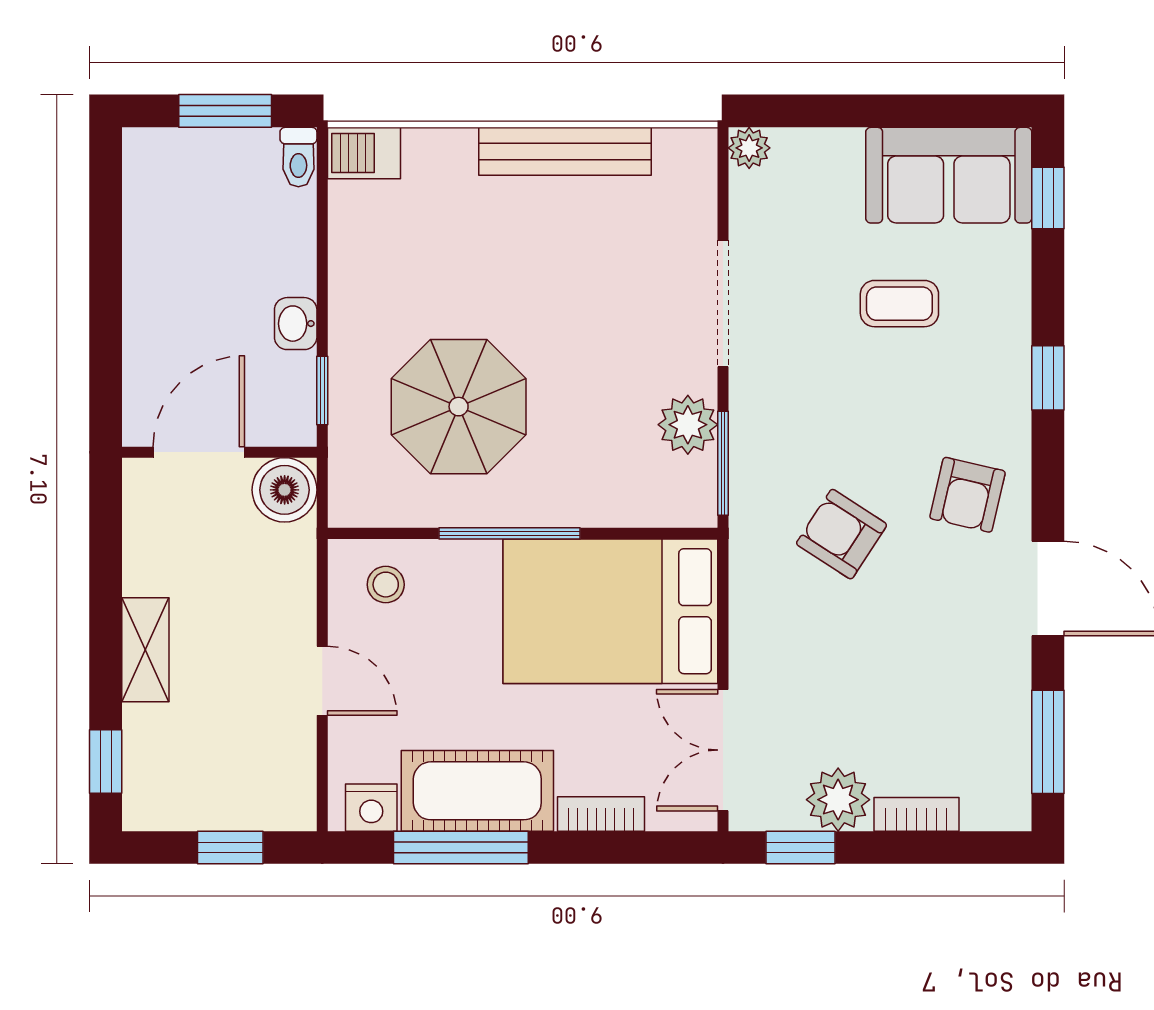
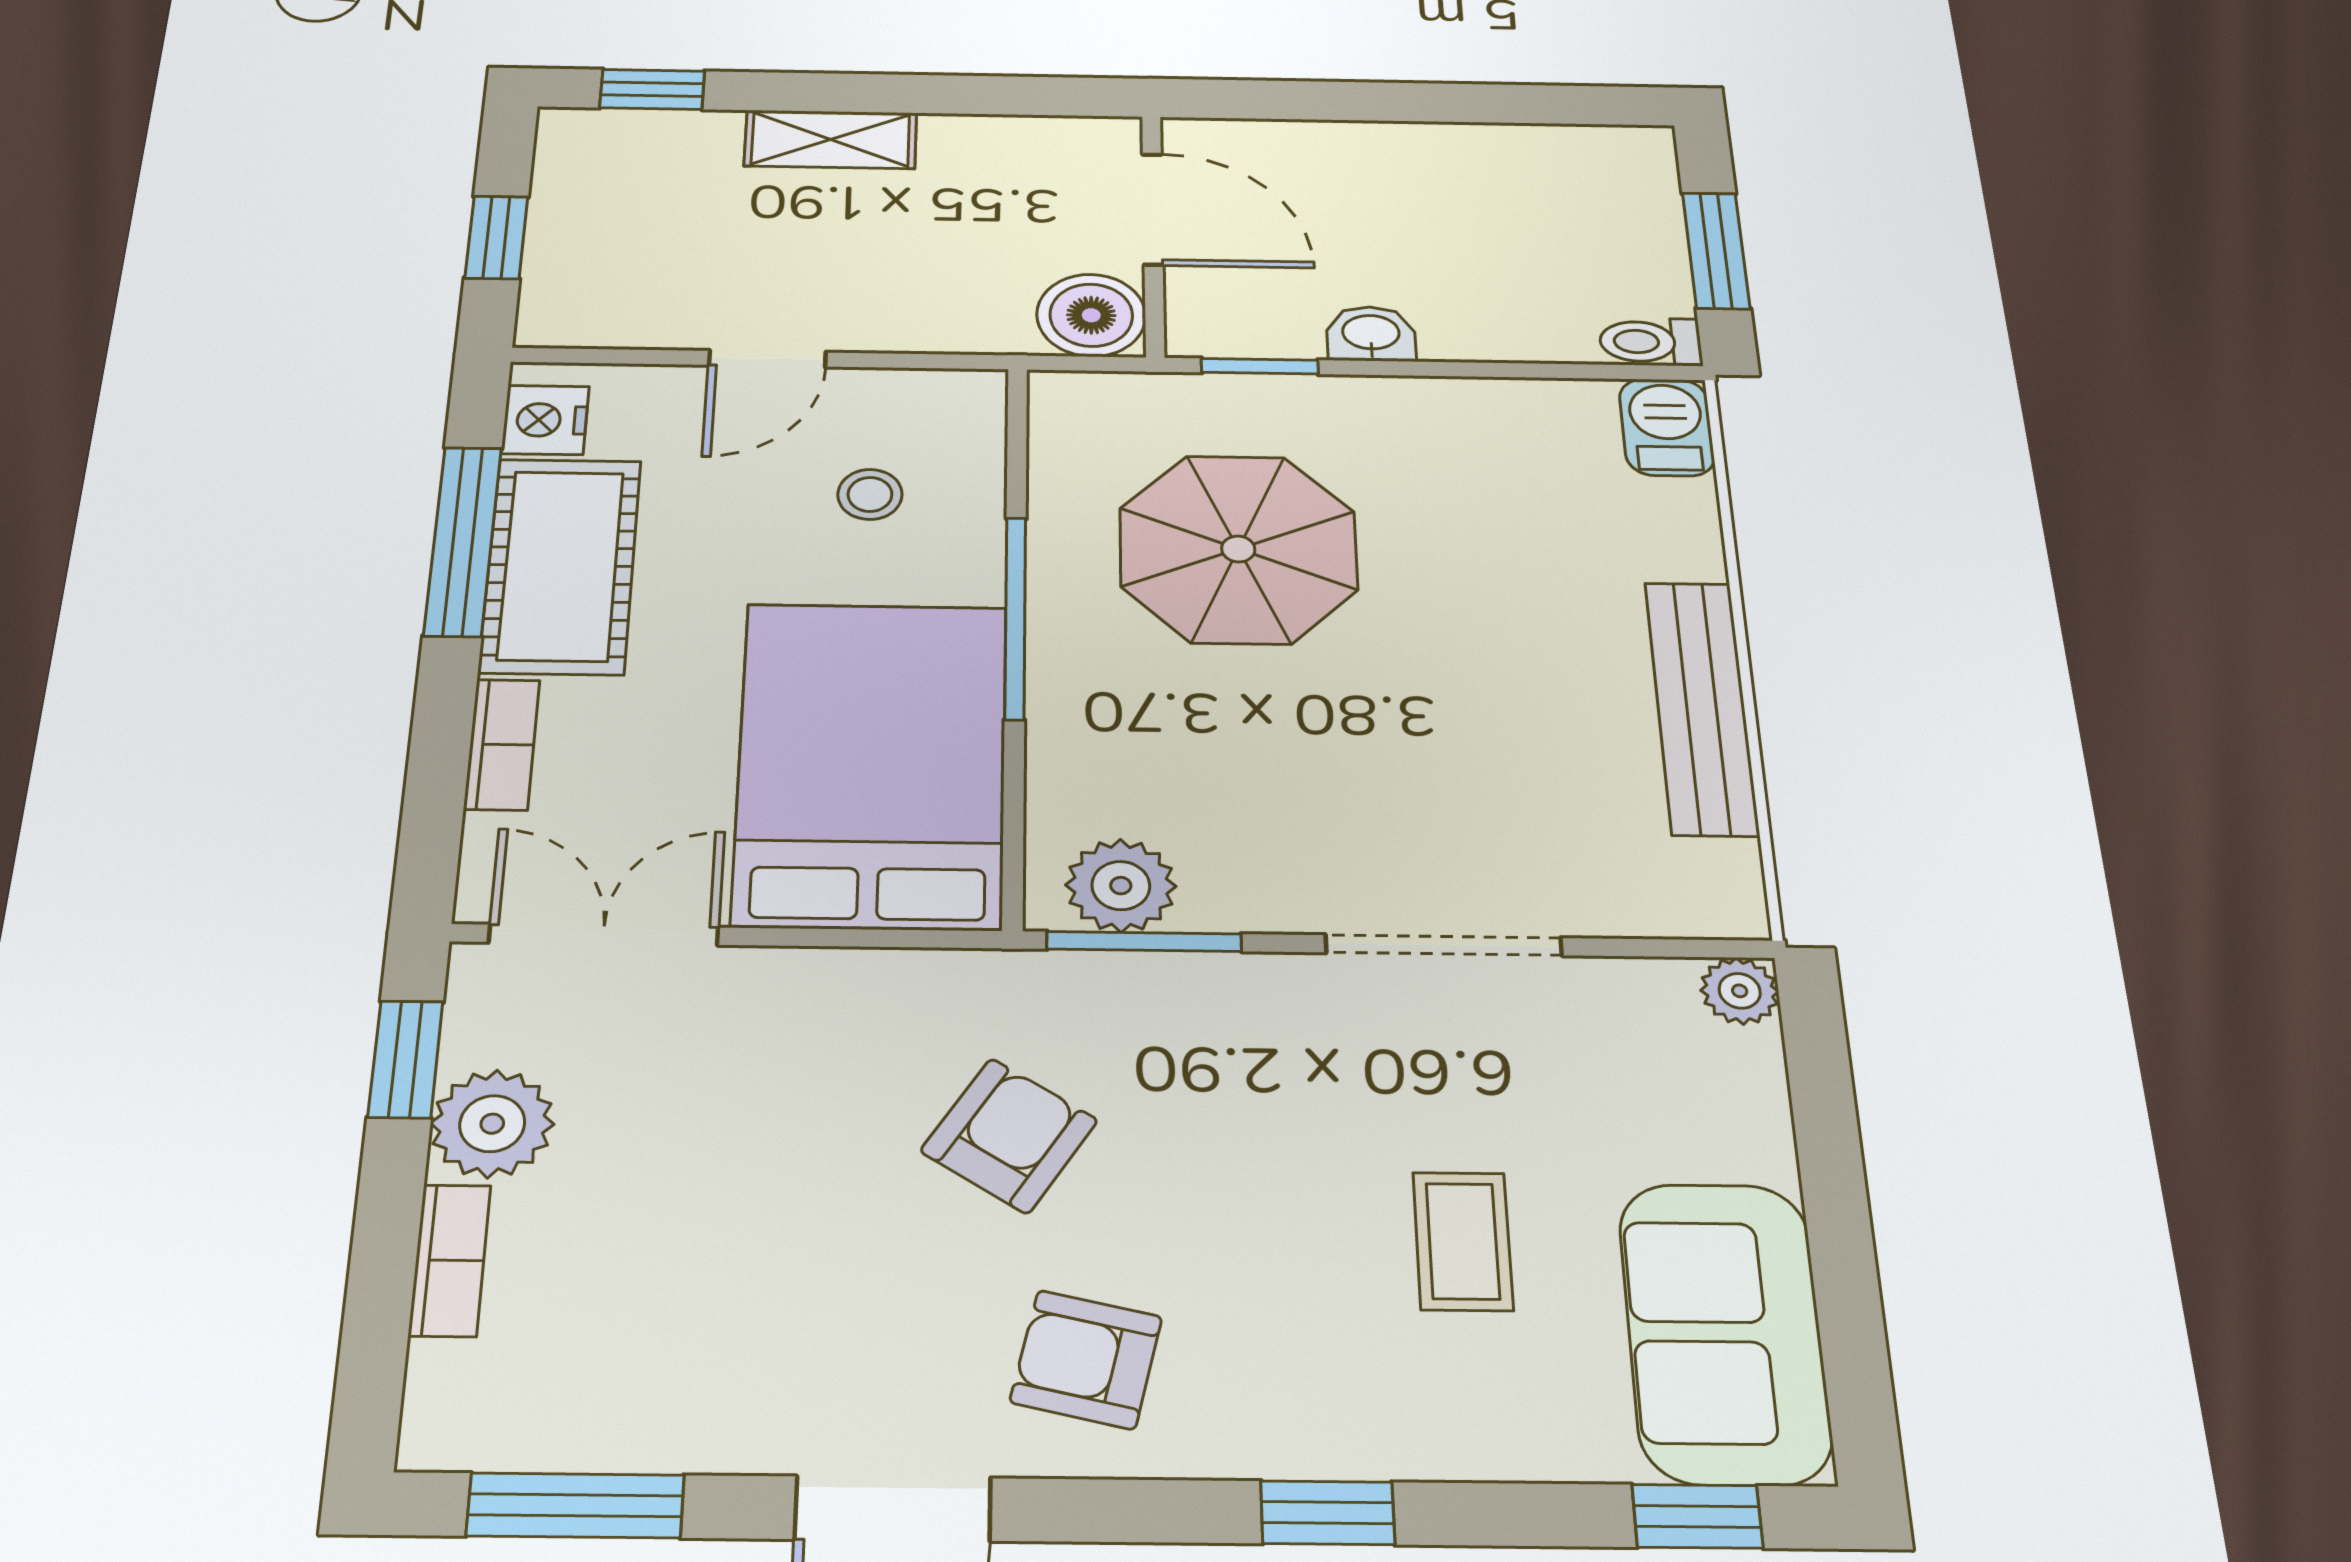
plant: (688, 425) -> (1121, 886), moved
stool: (386, 585) -> (870, 494), moved

